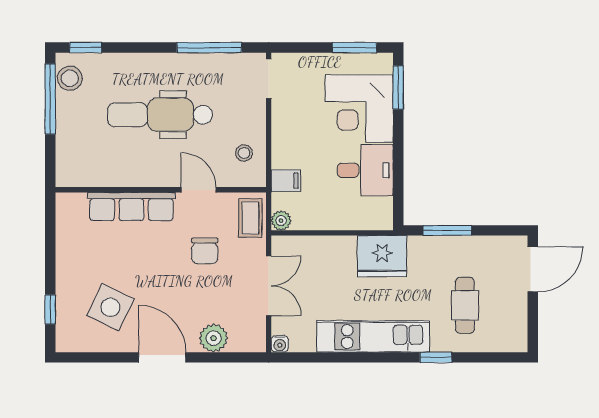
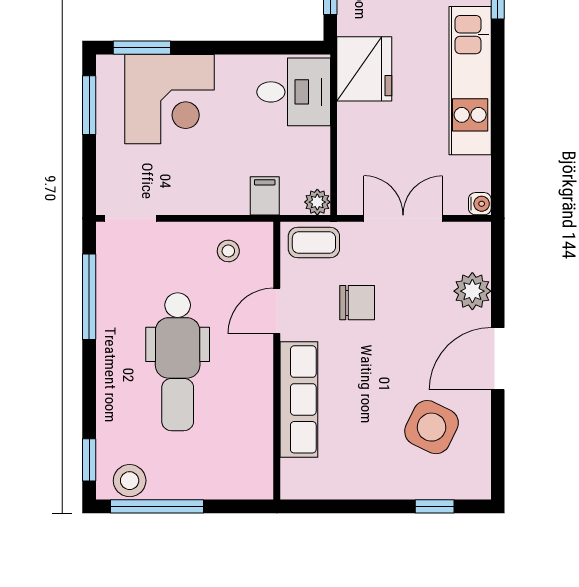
desk: (365, 170) -> (294, 92), moved, turned 90

